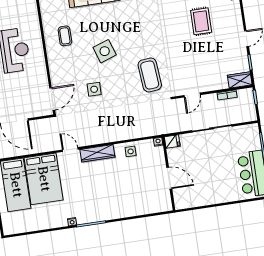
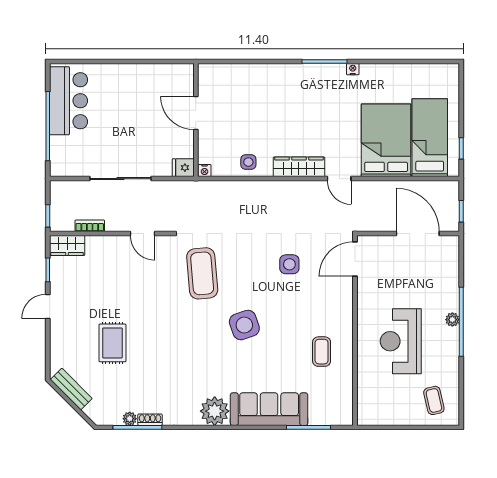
side table: (105, 51) -> (244, 325), moved
door: (192, 95) -> (143, 233), swing flipped

